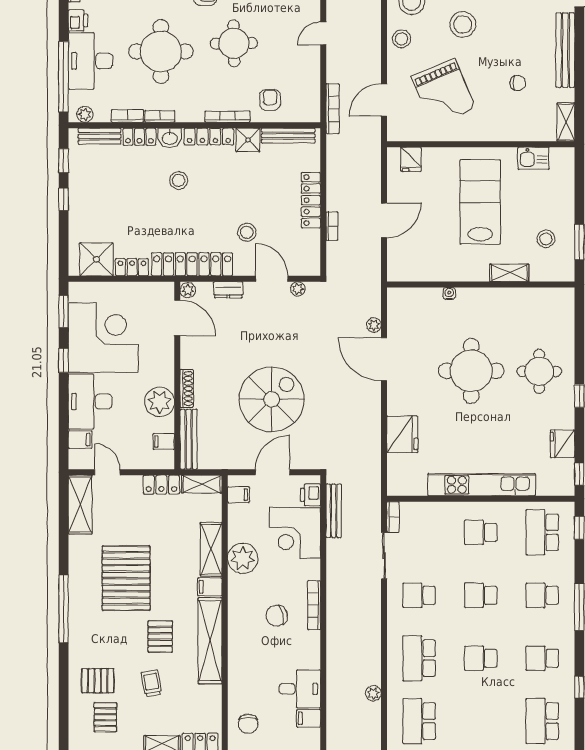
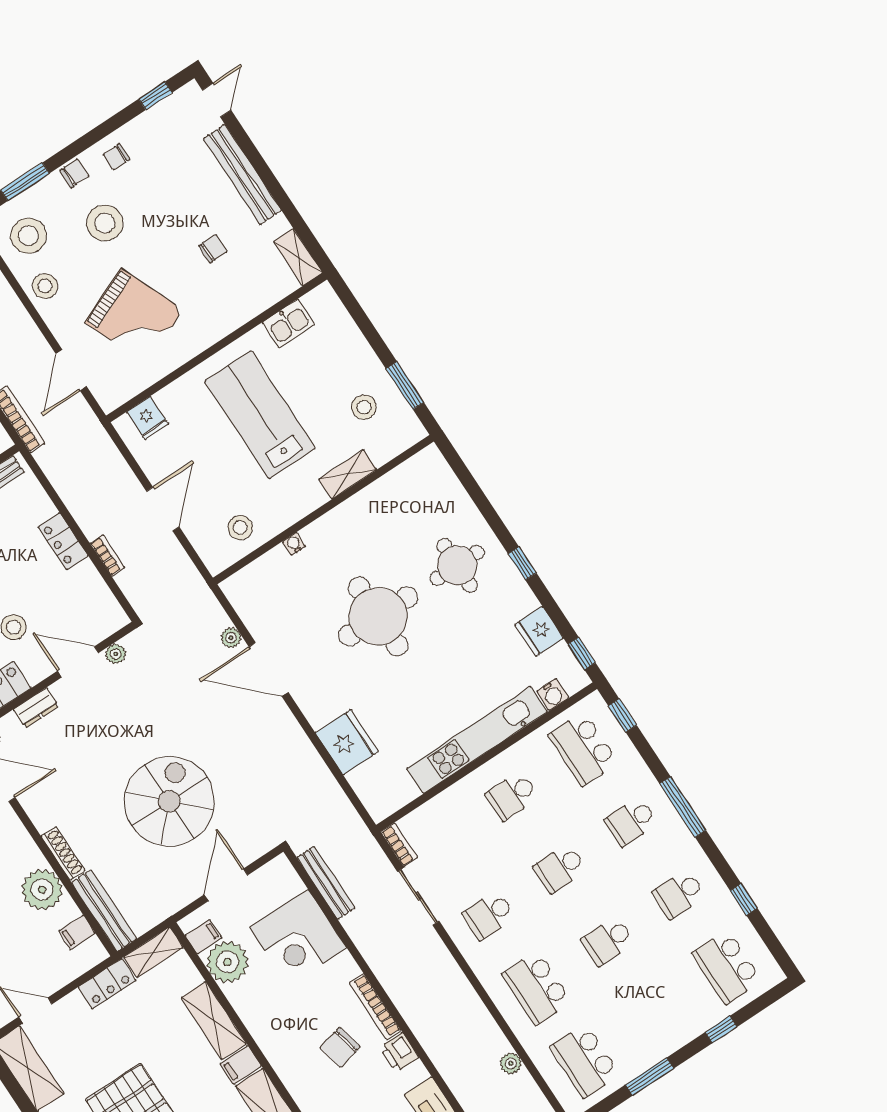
locker: (311, 200) -> (63, 541), width x0.66
stool: (423, 262) -> (240, 527), added
water cooler: (545, 487) -> (553, 695), added
printer: (310, 495) -> (399, 1052), moved
plant: (243, 558) -> (228, 962), moved

